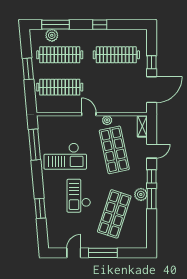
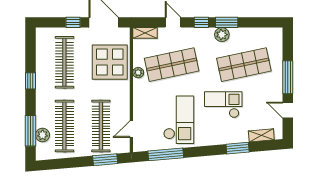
window: (28, 69) -> (105, 160), moved
display table: (116, 95) -> (110, 62), added
door: (89, 114) -> (131, 129), moved
checkout: (79, 196) -> (223, 105), turned 180
shop shelf: (114, 214) -> (244, 65), turned -30
shelving: (51, 229) -> (261, 135), added

